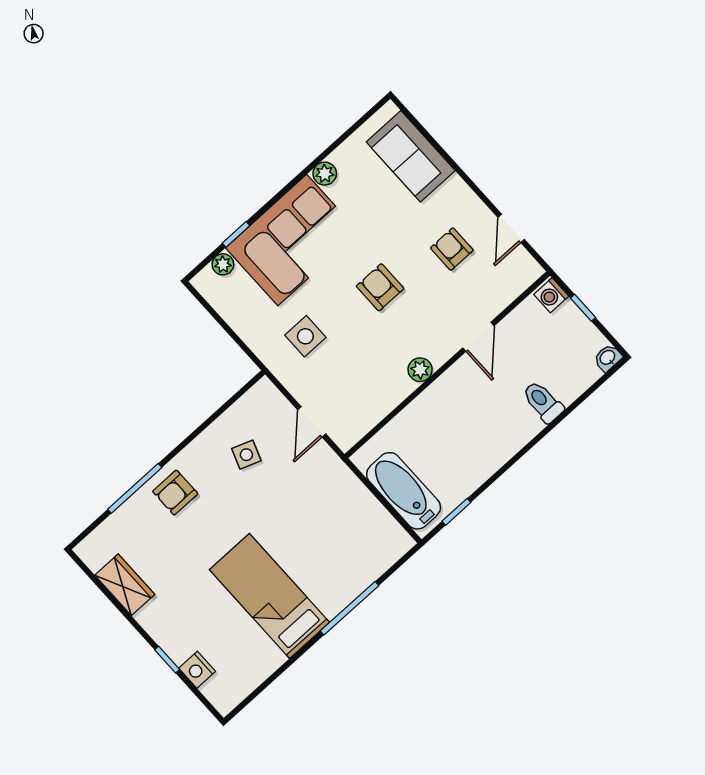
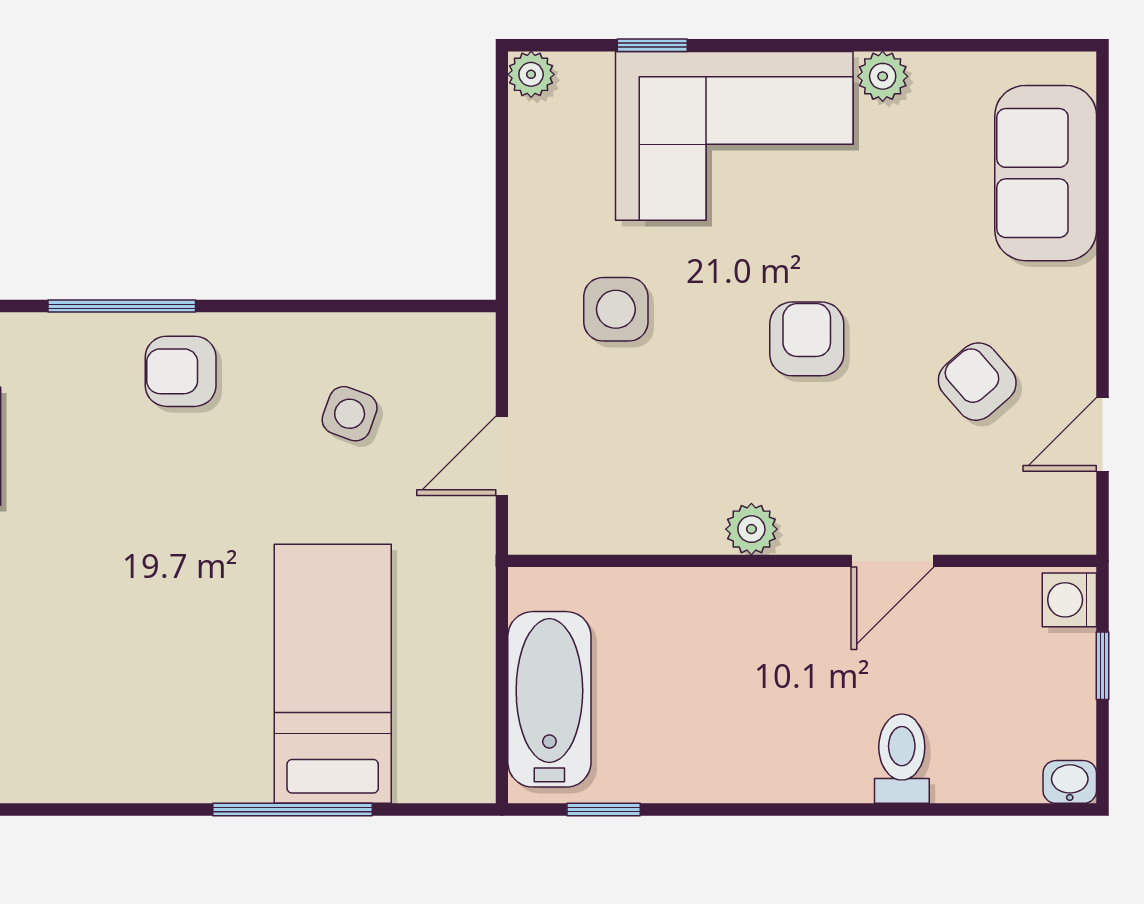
armchair: (452, 249) -> (977, 382), turned -41
plant: (223, 264) -> (531, 74), moved
bed: (270, 596) -> (333, 674), moved

